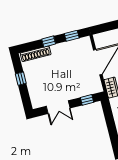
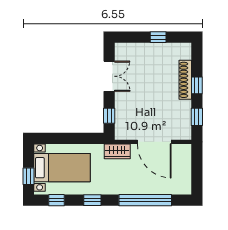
shoe rack: (36, 54) -> (185, 80), moved
double door: (58, 107) -> (109, 76), swing flipped

